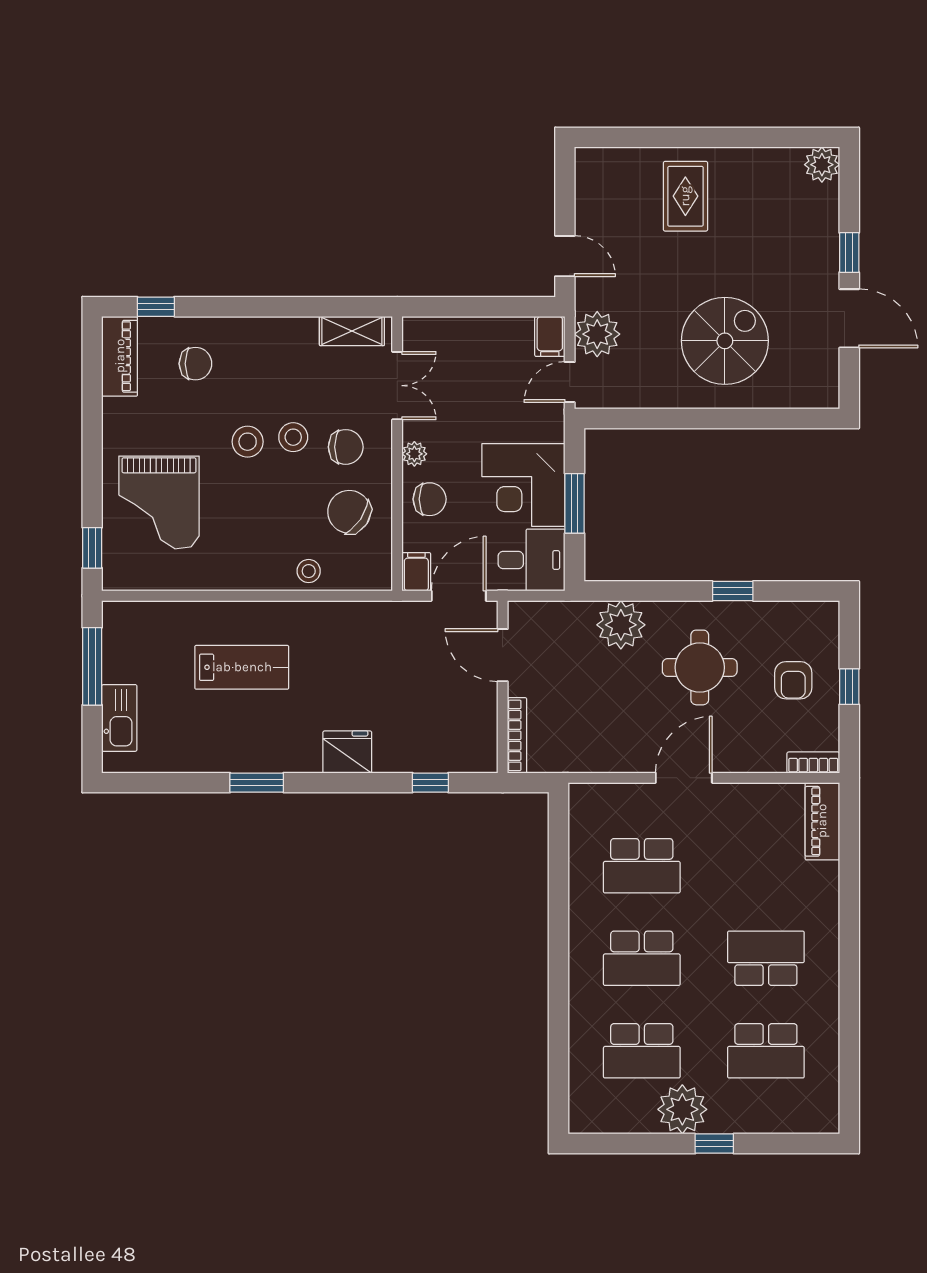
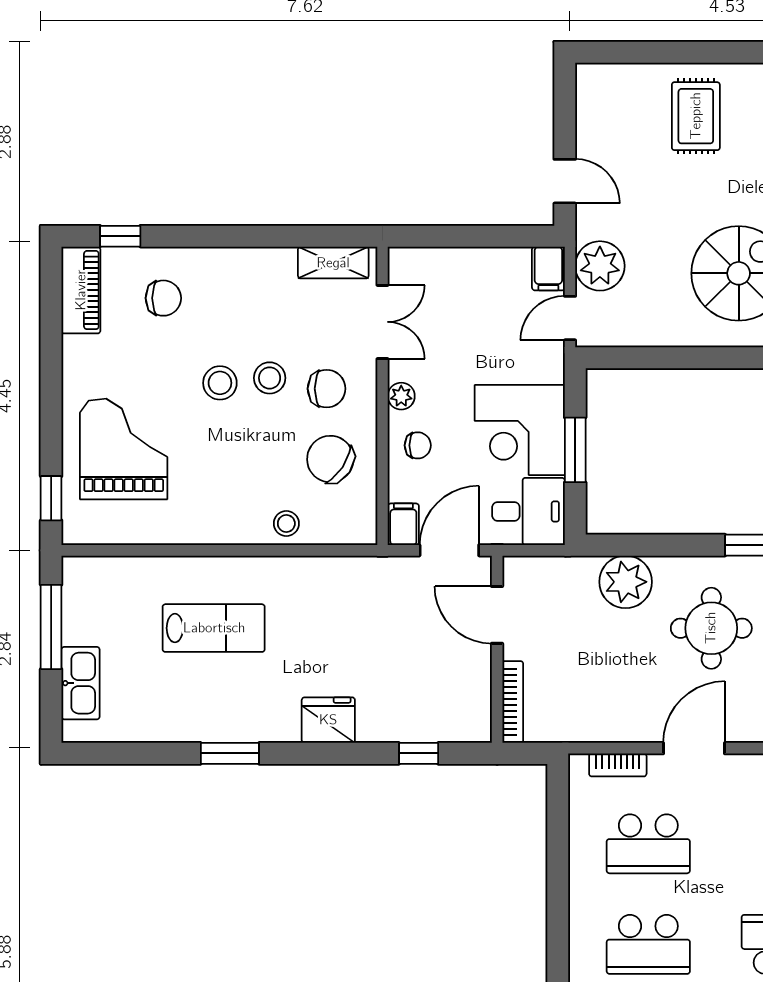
chair: (430, 499) -> (418, 445), width x0.73, depth x0.73
grand piano: (159, 502) -> (124, 449), turned 180
bookcase: (614, 793) -> (618, 765), added

